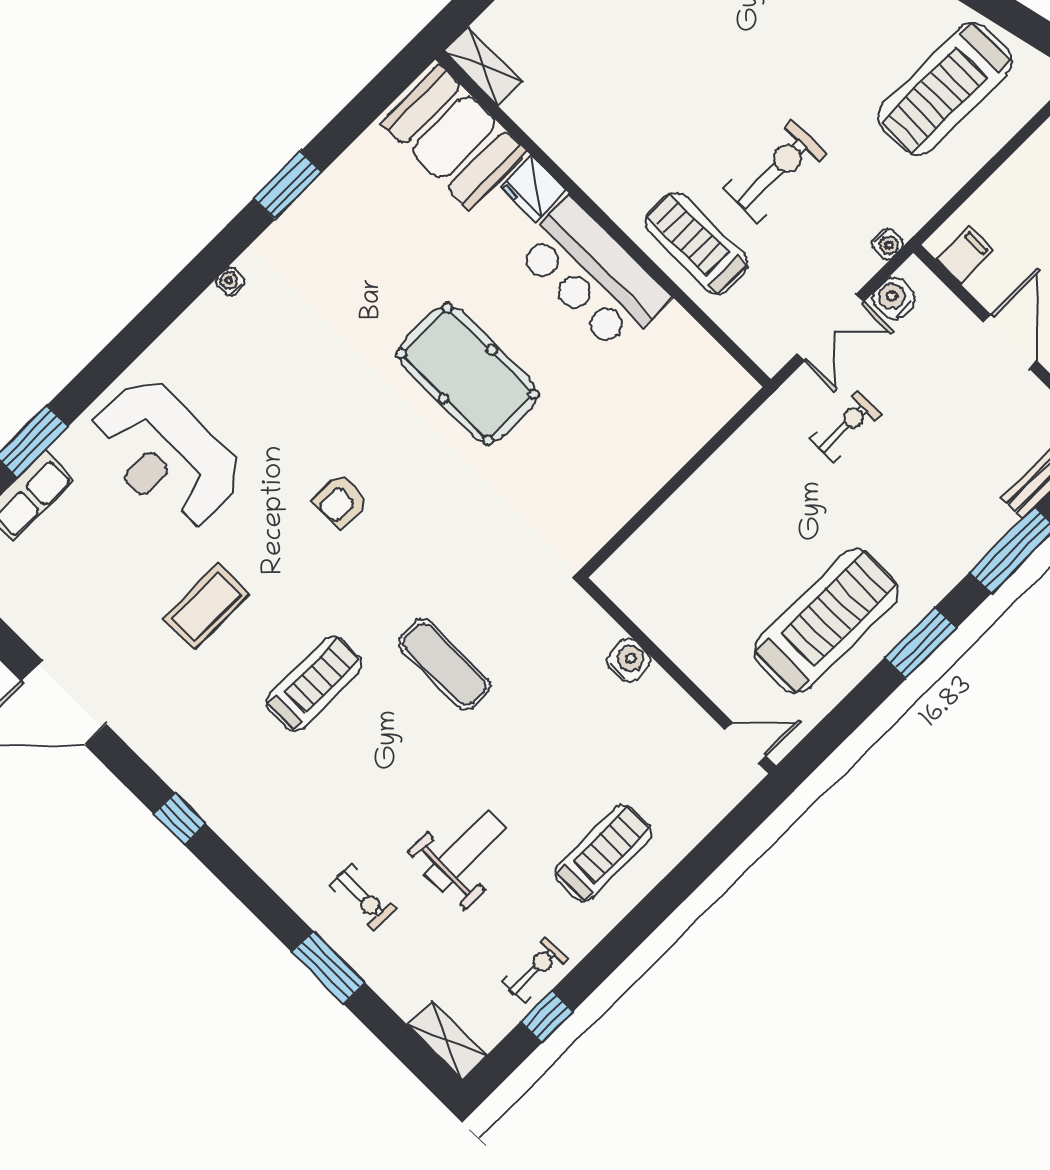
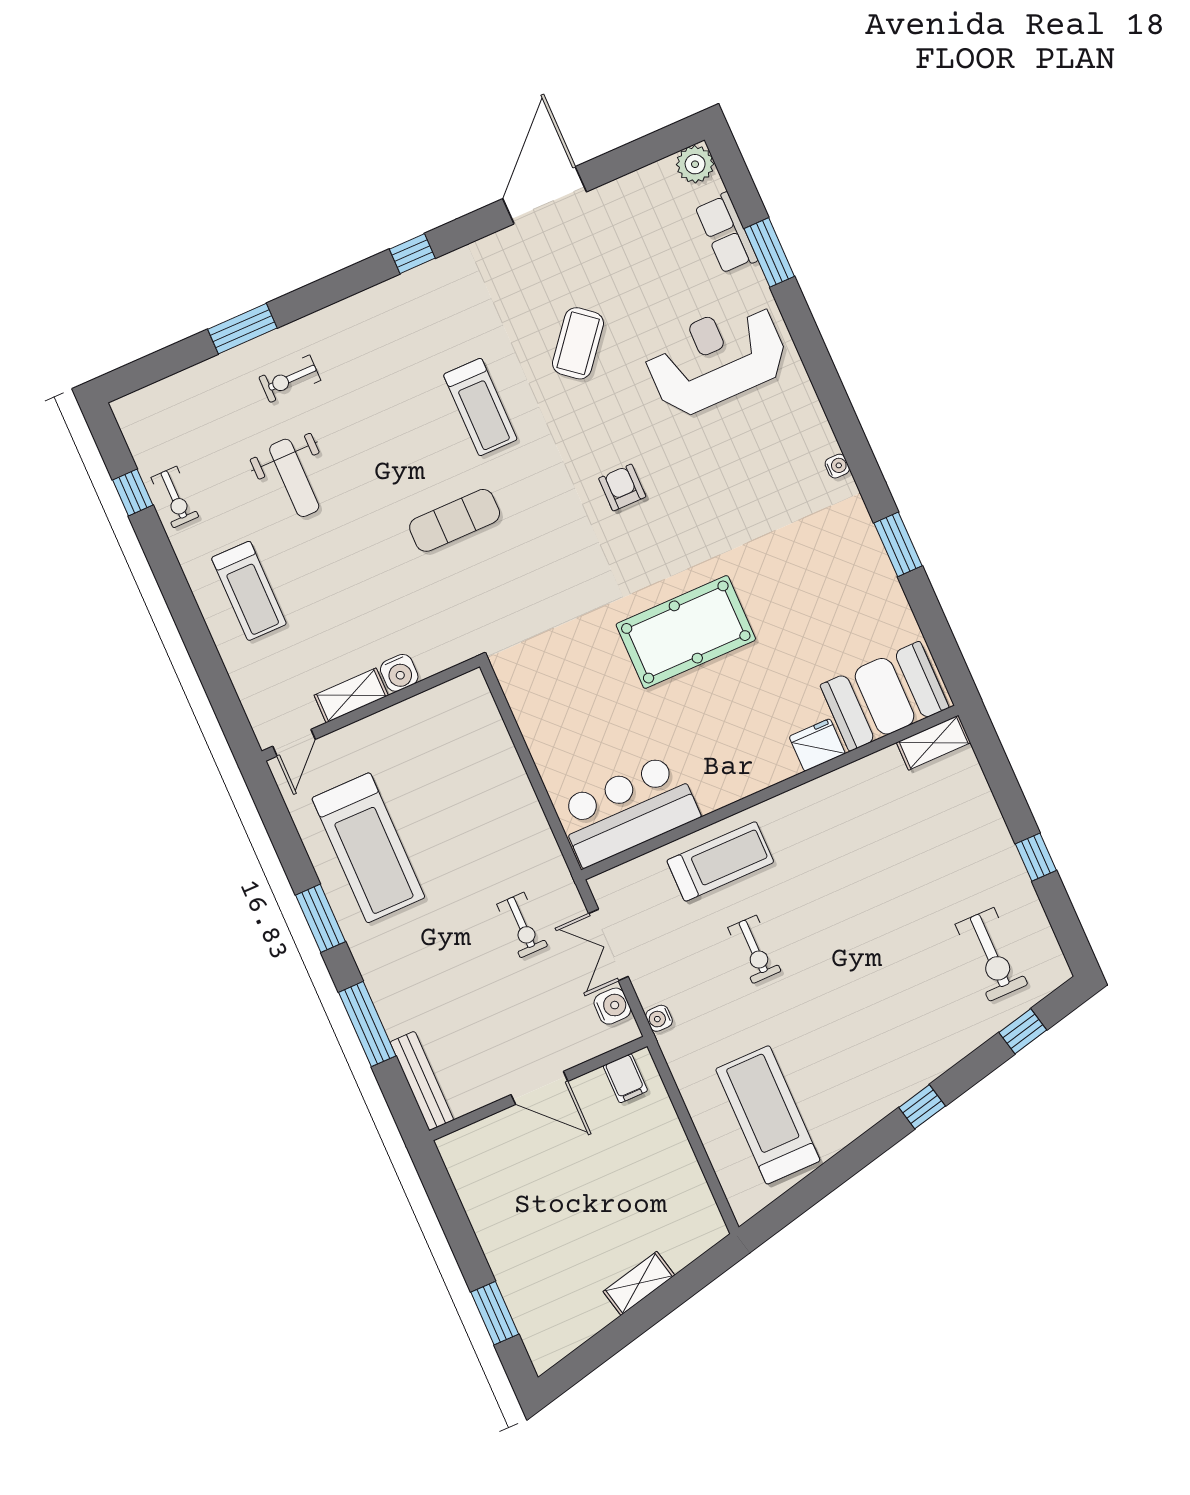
exercise bike: (775, 171) -> (754, 949), width x0.73, depth x0.72
bar counter: (592, 274) -> (628, 810), moved
coffee table: (206, 606) -> (578, 343), turned 39
shelving: (447, 1040) -> (351, 695), moved

